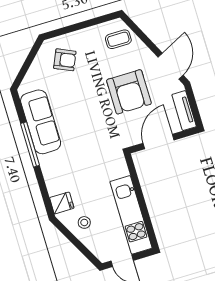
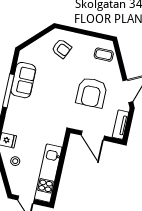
sofa: (41, 122) -> (23, 80), width x0.73
door: (159, 142) -> (93, 136), swing flipped

